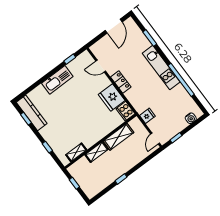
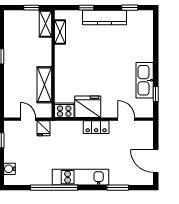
door: (101, 66) -> (126, 119), hinge flipped
kitchen sink: (57, 80) -> (145, 80), moved
kitchen counter: (32, 113) -> (105, 18), moved
door: (155, 139) -> (28, 119), moved
shelving: (97, 152) -> (45, 24), moved

